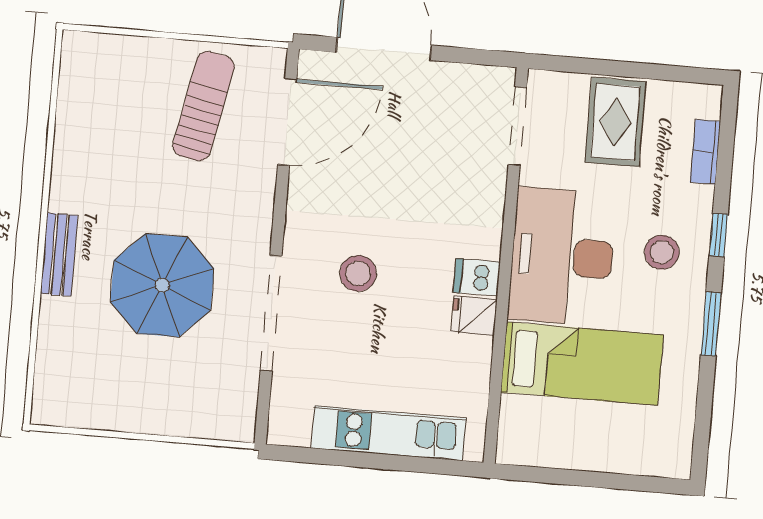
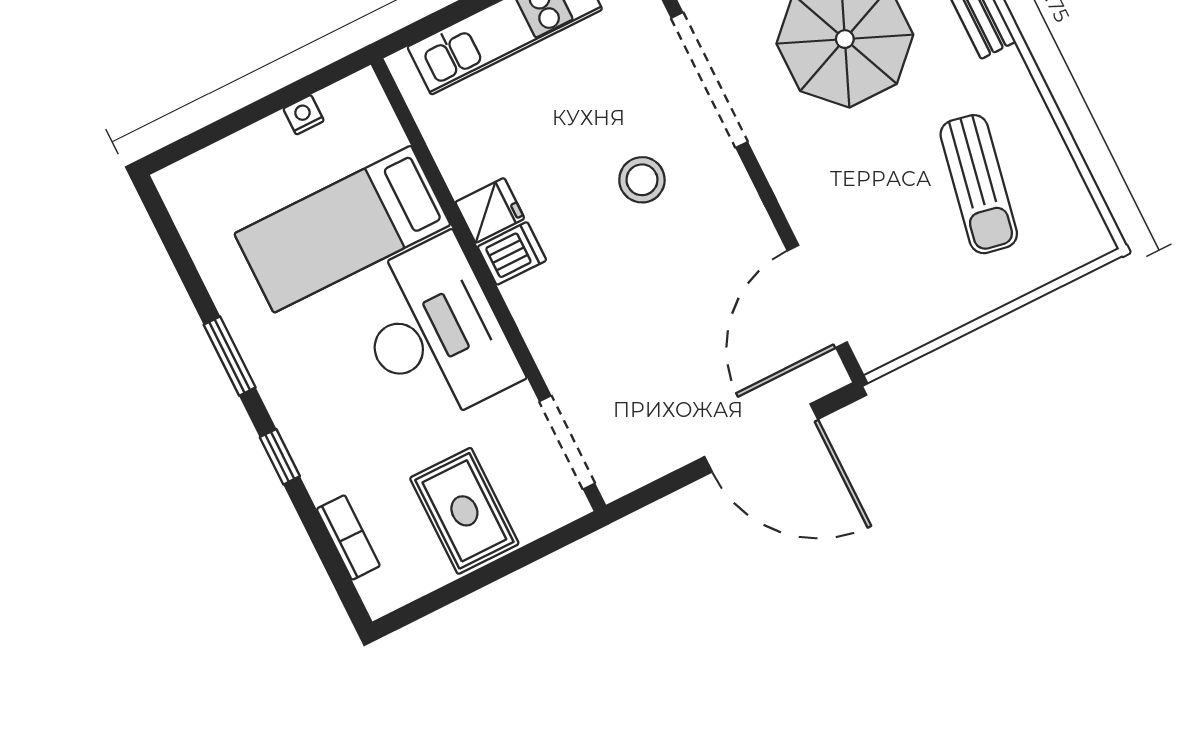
sun lounger: (203, 106) -> (979, 184), moved
stool: (662, 252) -> (329, 401), removed
nightstand: (561, 457) -> (304, 115), added

